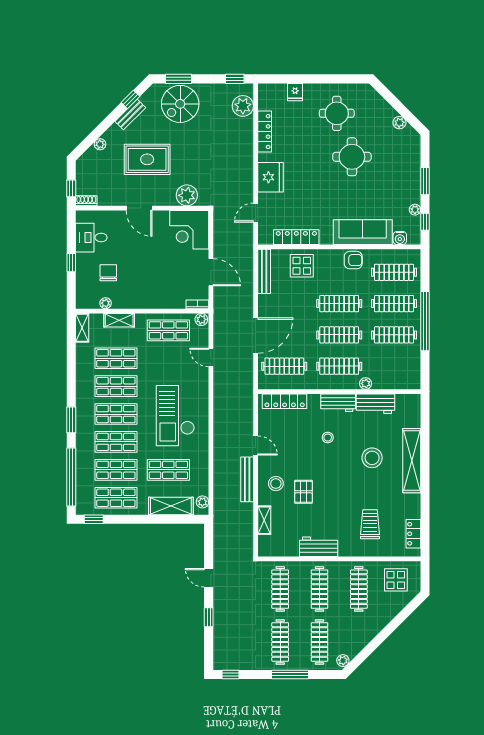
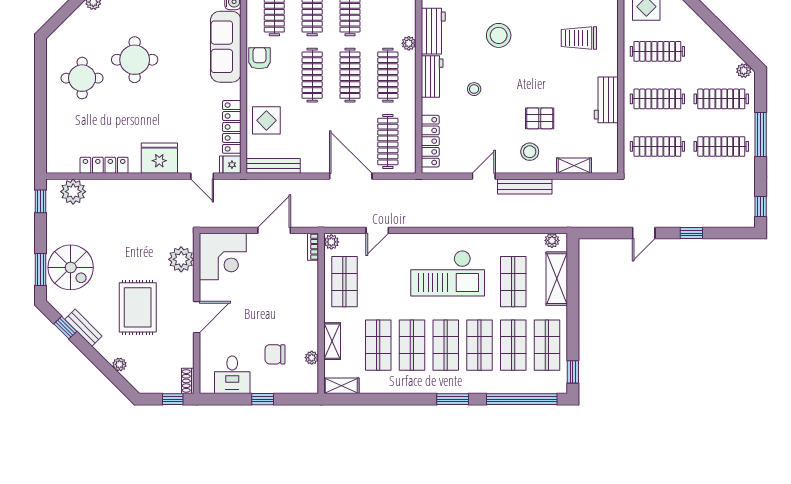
fridge: (295, 92) -> (230, 165), moved, turned 180

